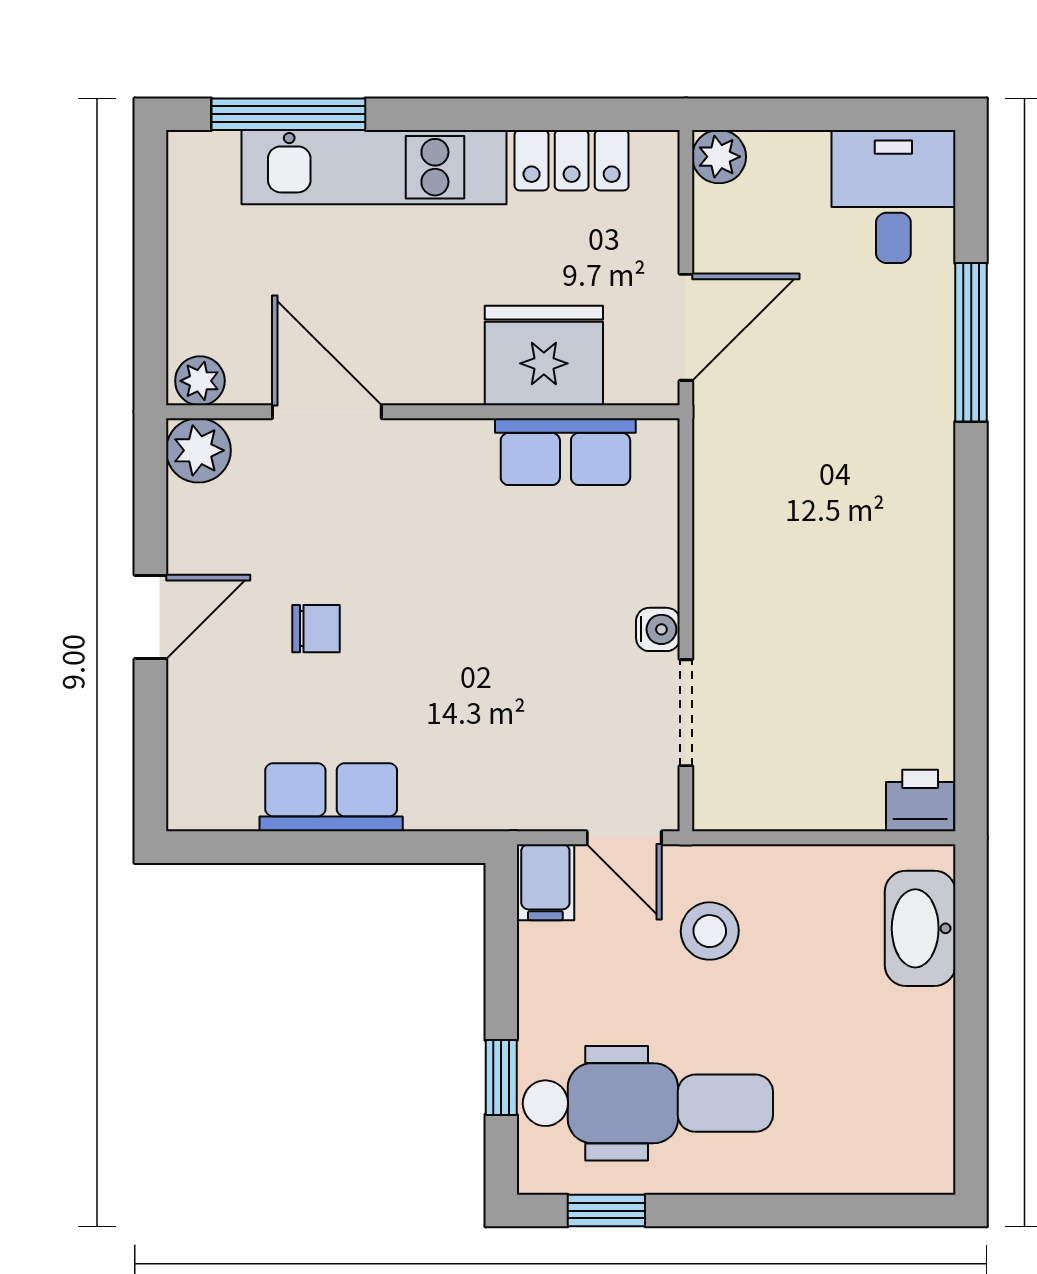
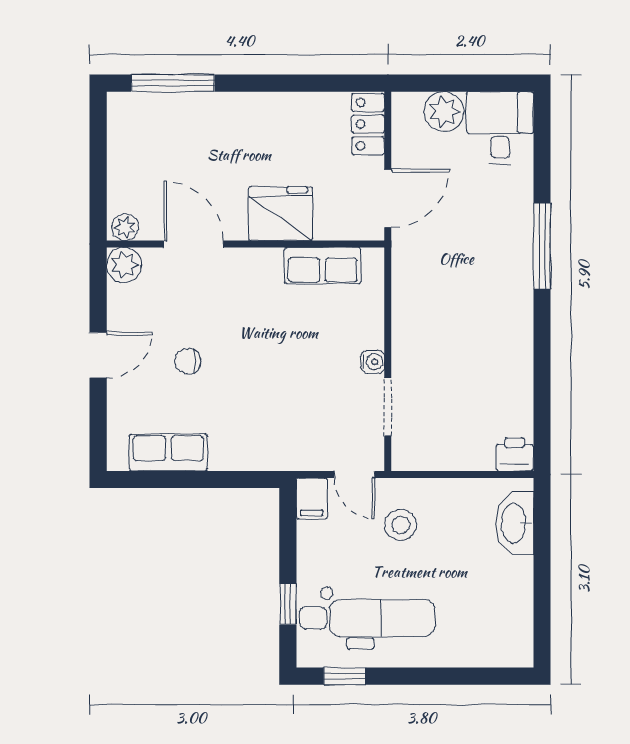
plant: (719, 157) -> (444, 112), moved, width x1.38, depth x1.38
locker: (572, 160) -> (368, 124), moved, turned 90
kitchen unit: (374, 167) -> (219, 112), removed
window: (971, 342) -> (542, 246), moved
fridge: (544, 355) -> (280, 214), moved
chair: (316, 629) -> (188, 361), turned 180
row of seats: (331, 797) -> (168, 453), moved

